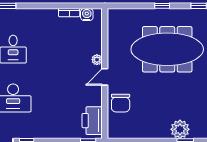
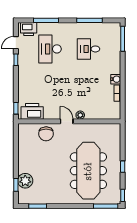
water cooler: (87, 15) -> (116, 79), moved
chair: (121, 103) -> (46, 134), turned -90

